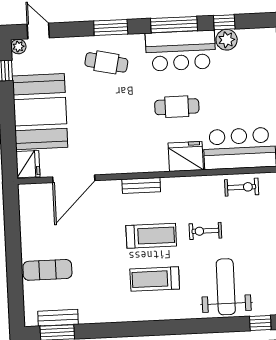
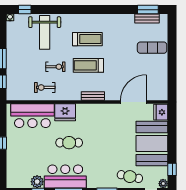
cafe table: (106, 62) -> (130, 177), moved
exercise bike: (242, 187) -> (45, 87), moved

